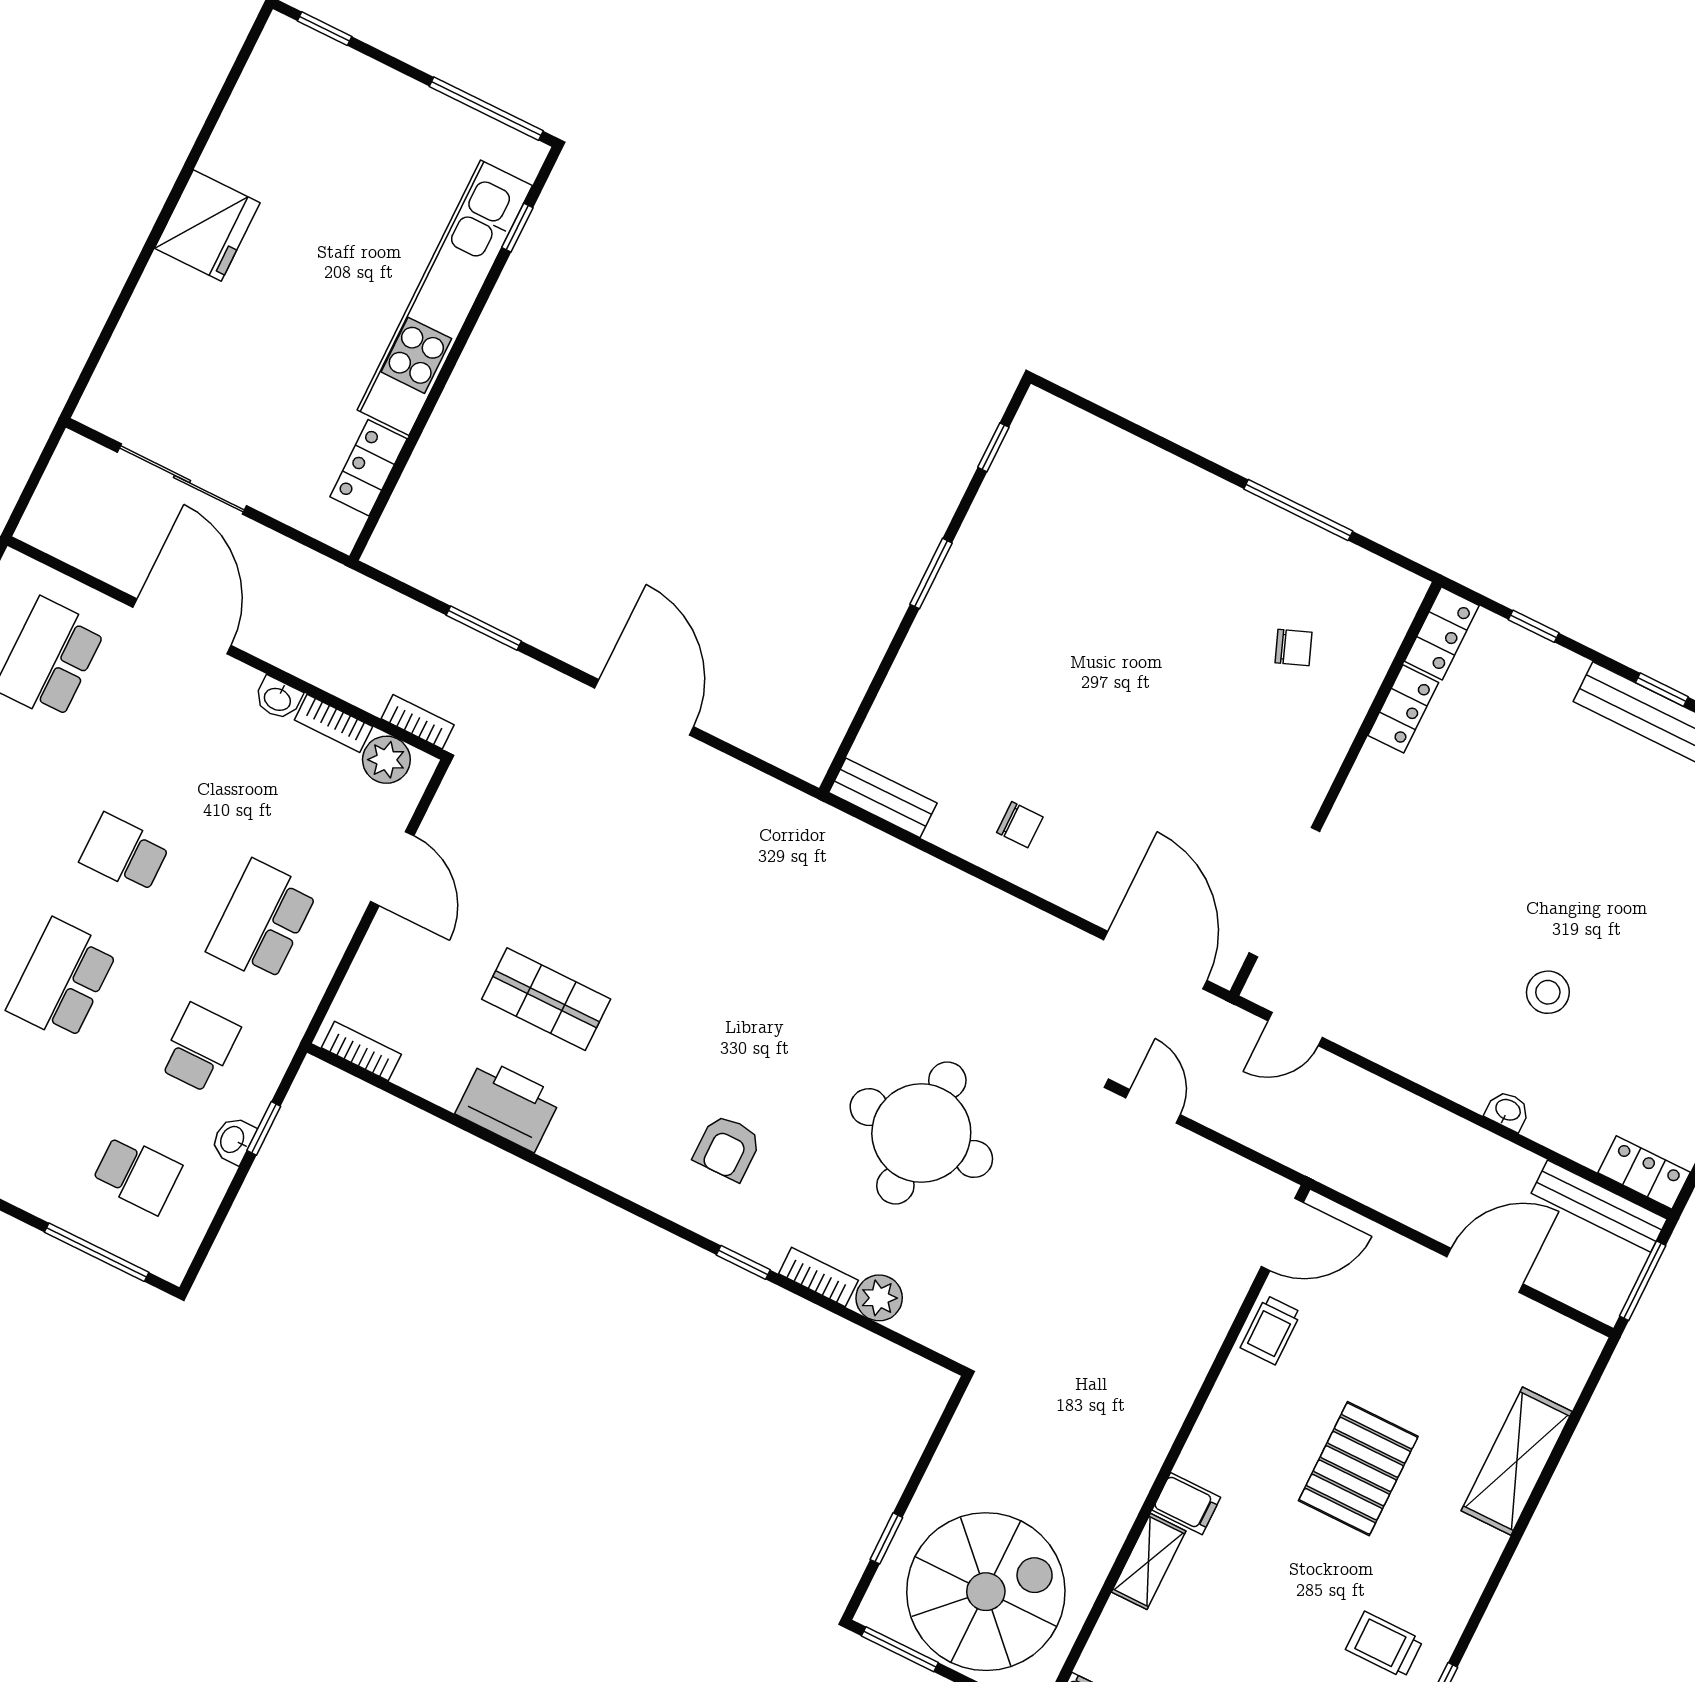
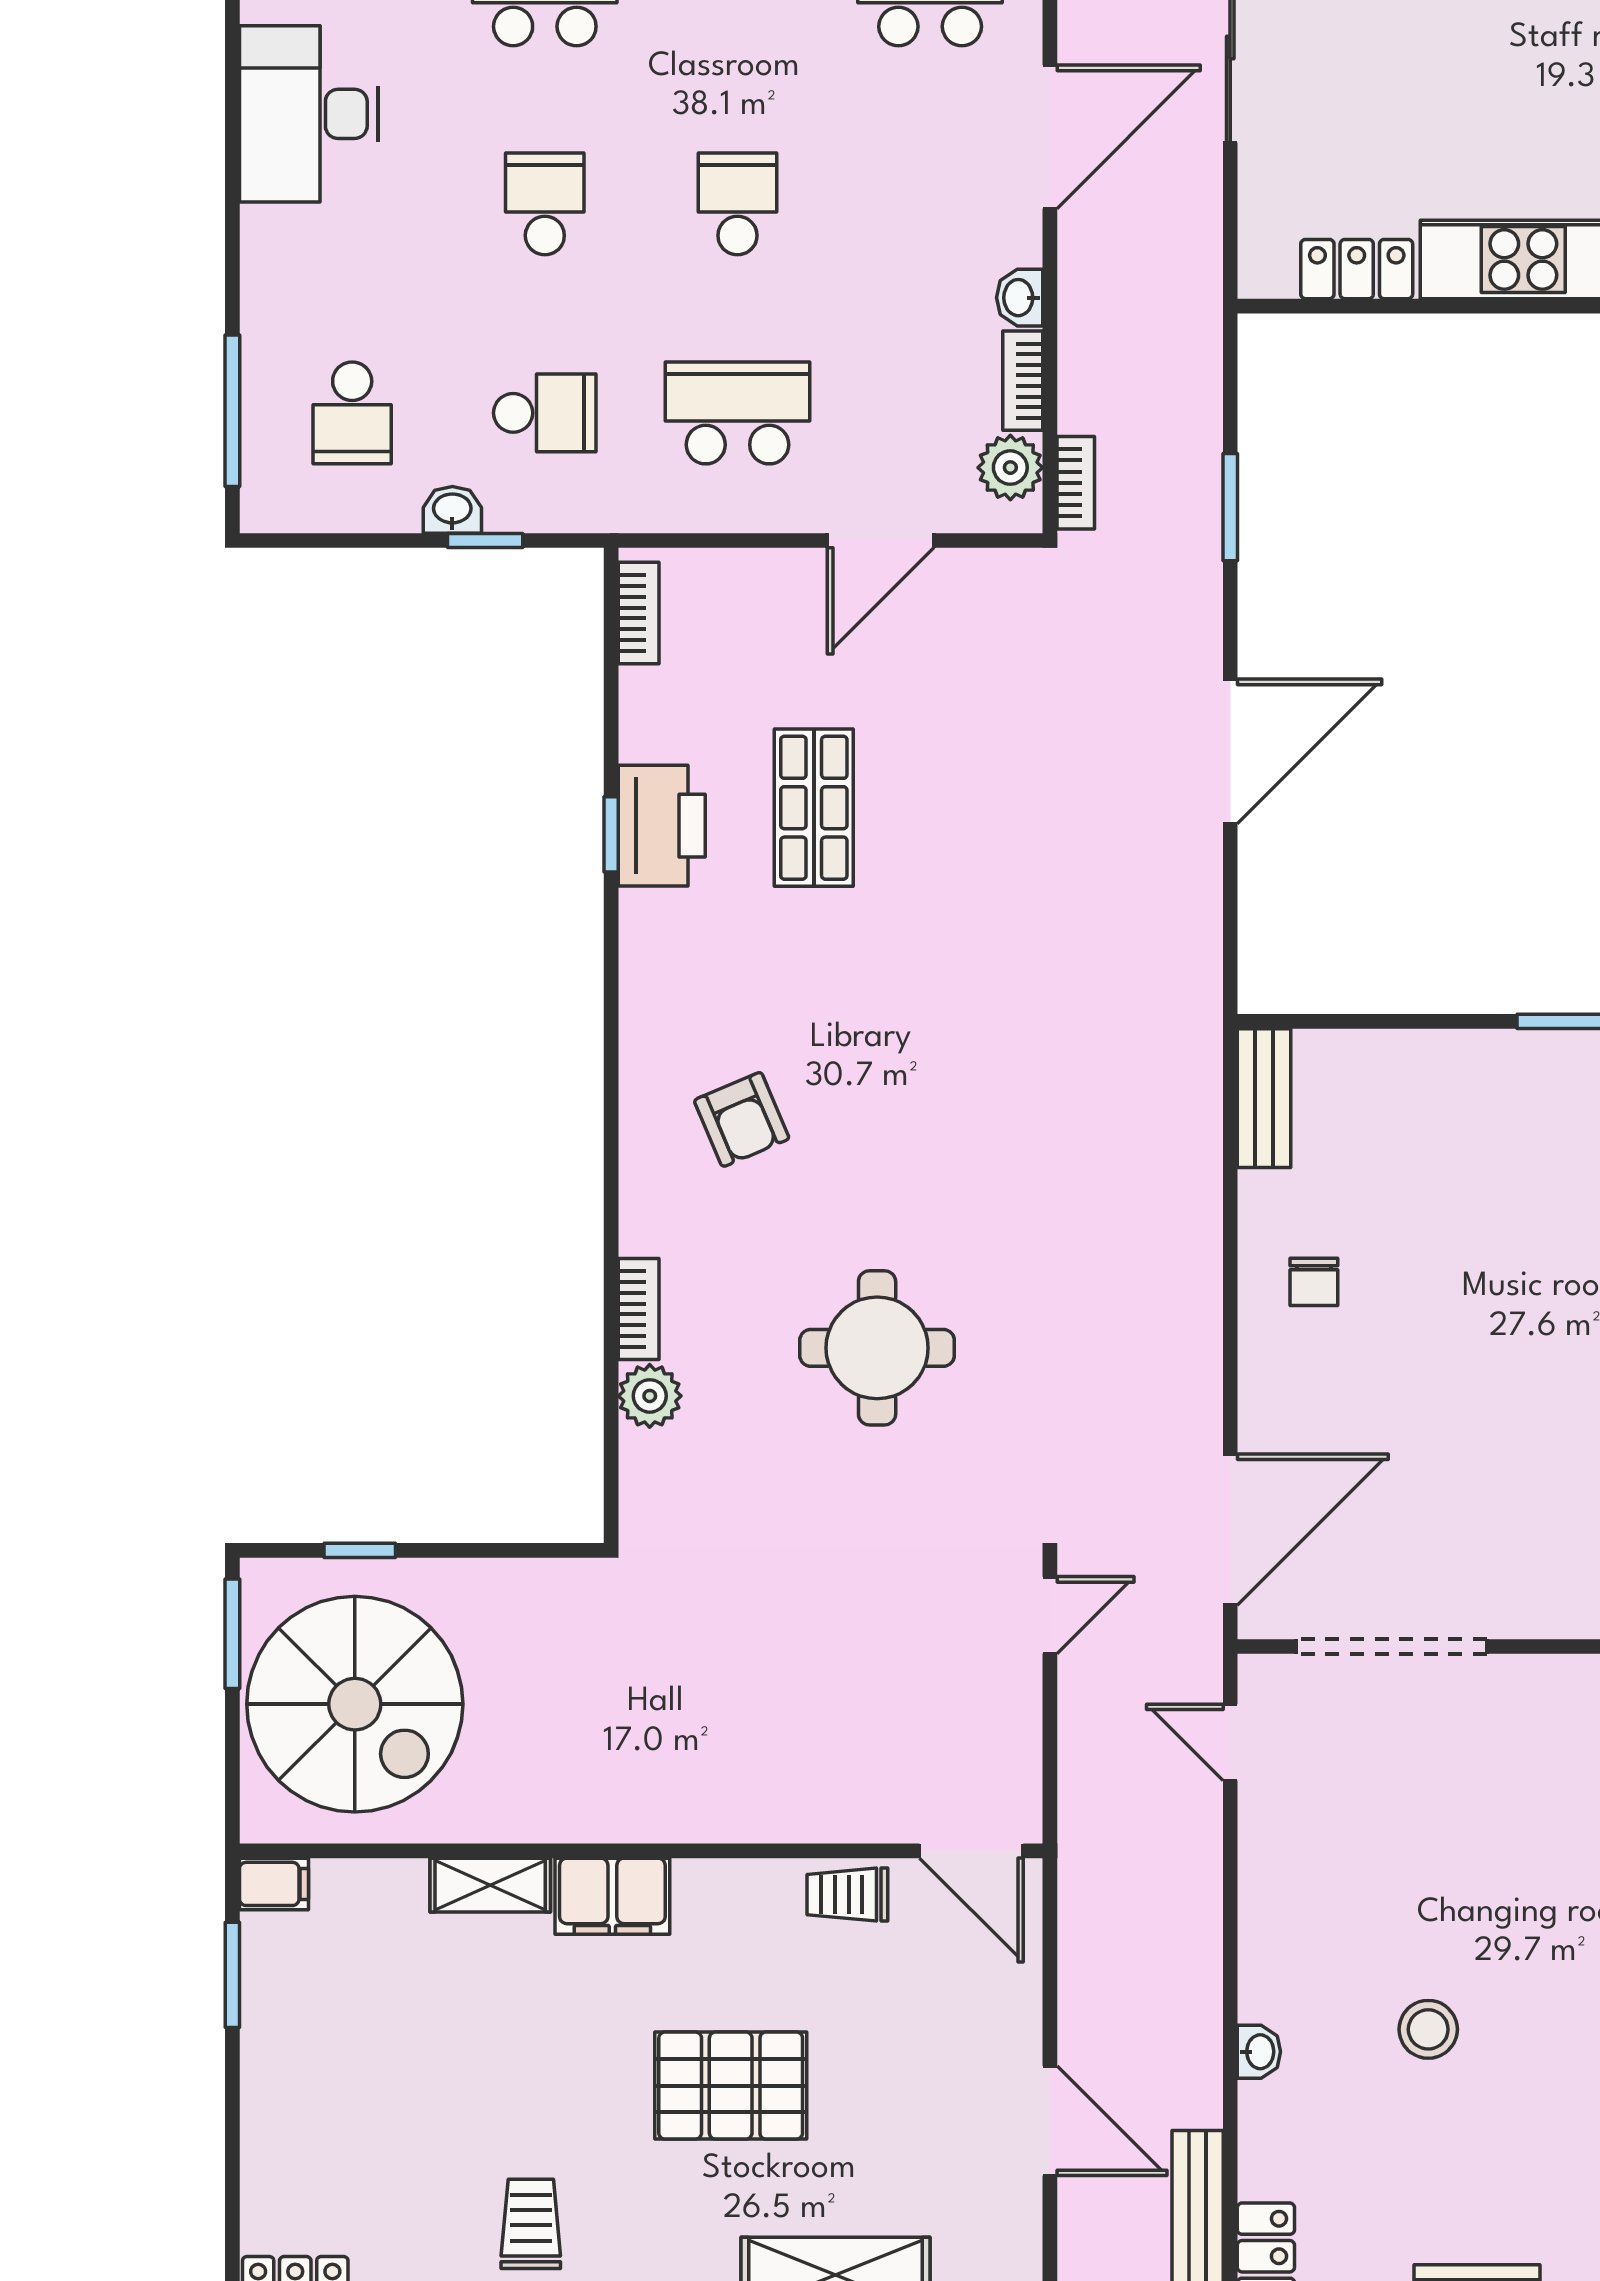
school desk: (62, 980) -> (545, 204), width x0.54
round table: (921, 1133) -> (877, 1348), width x0.73, depth x0.73
armchair: (727, 1148) -> (742, 1119), turned -113
window: (743, 1262) -> (611, 834), moved
filing cabinet: (1186, 1504) -> (612, 1896), width x2.00

